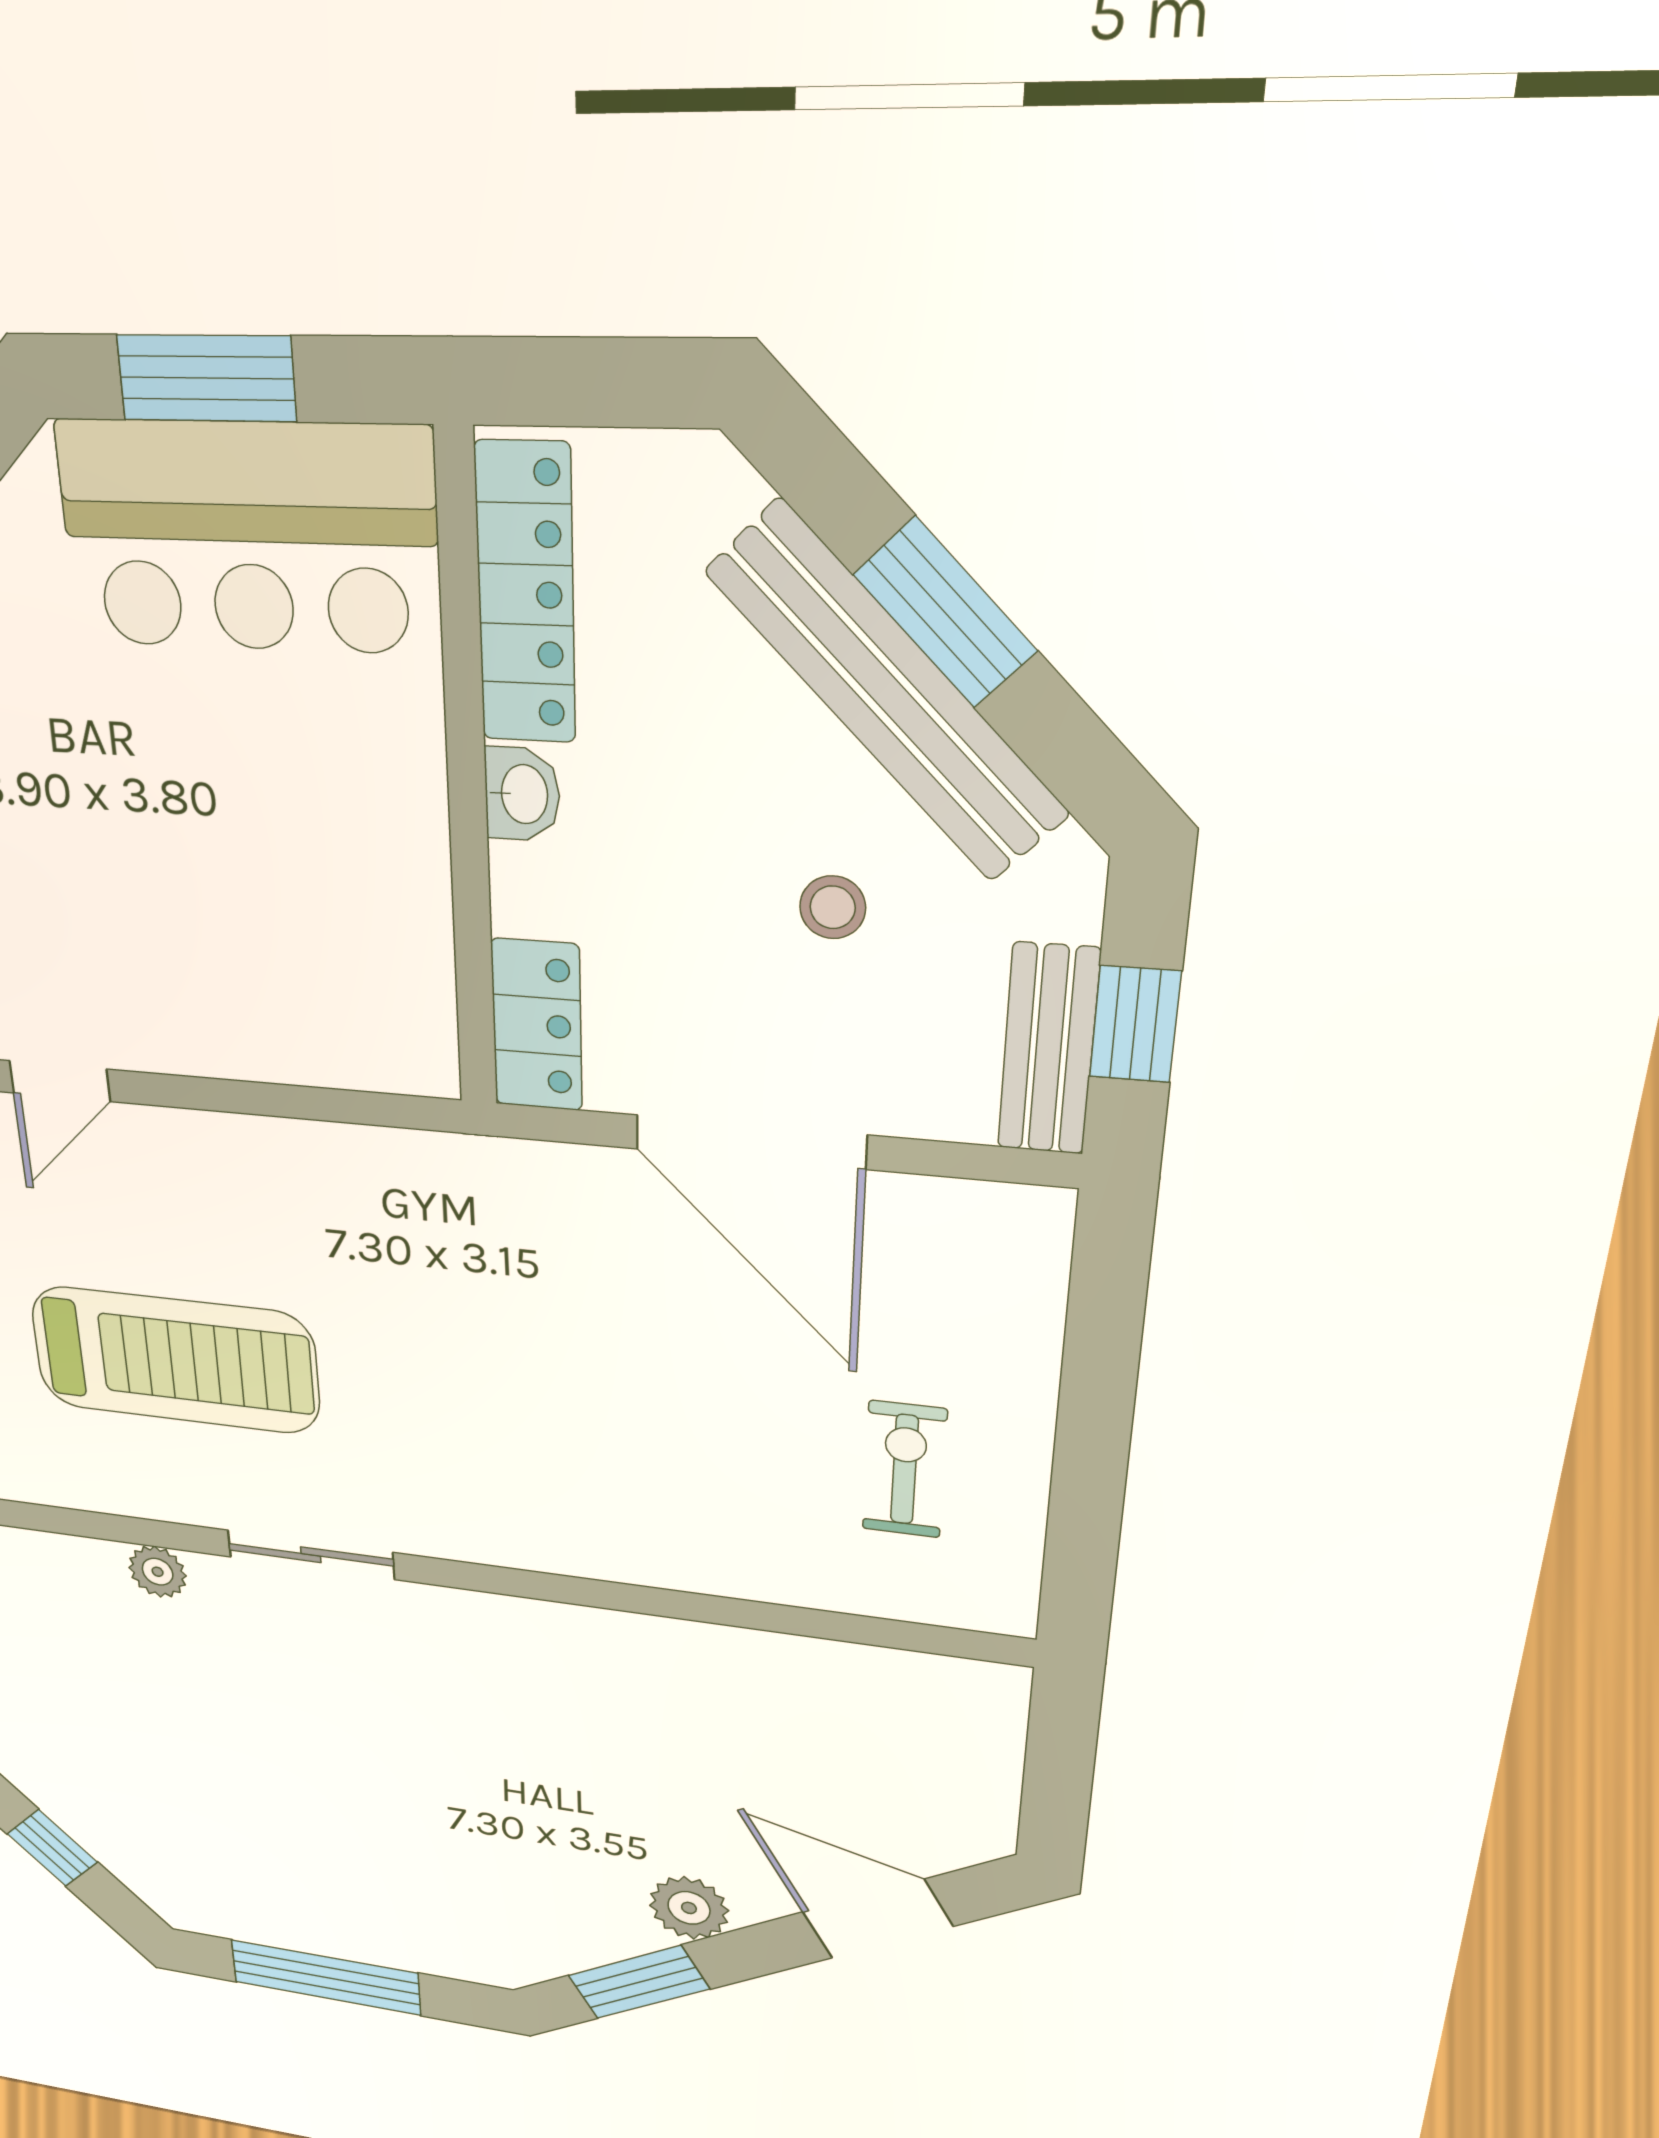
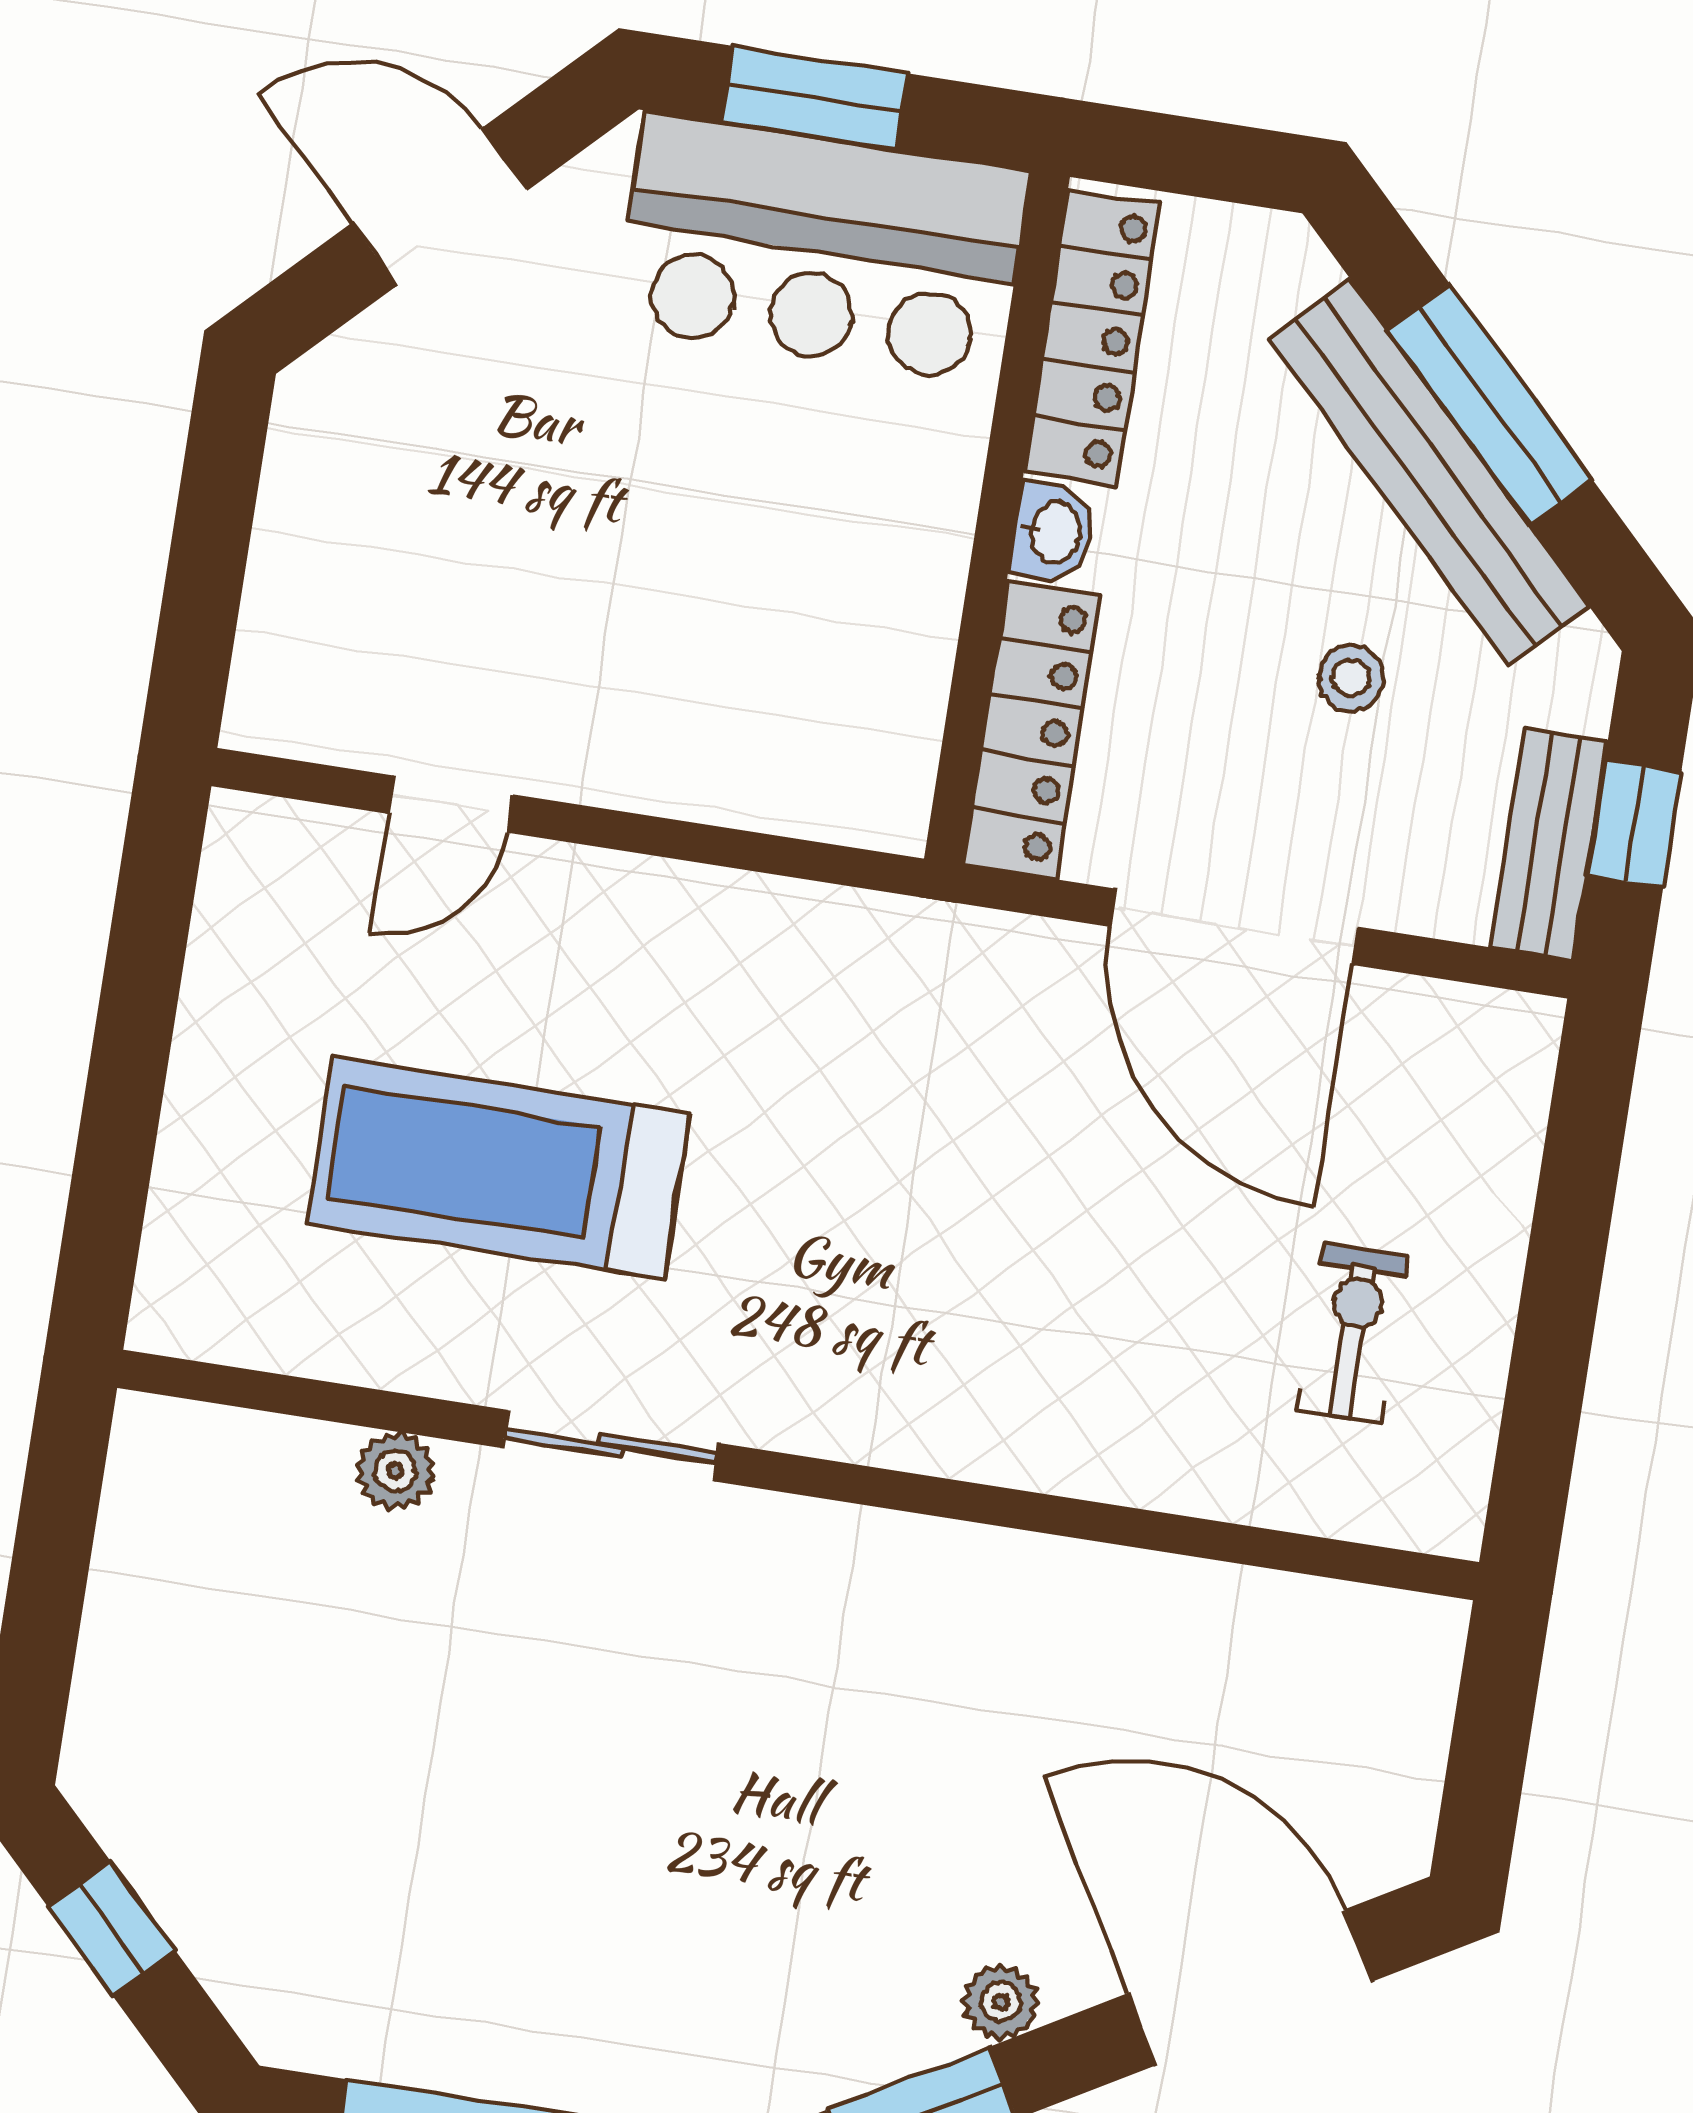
window: (945, 613) -> (1489, 404), width x1.44
locker: (537, 1025) -> (1031, 730), width x1.53
treadmill: (175, 1360) -> (499, 1168), turned 180
plant: (689, 1908) -> (1001, 2002), width x0.73, depth x0.73
door: (877, 1919) -> (1250, 1988), width x1.36

